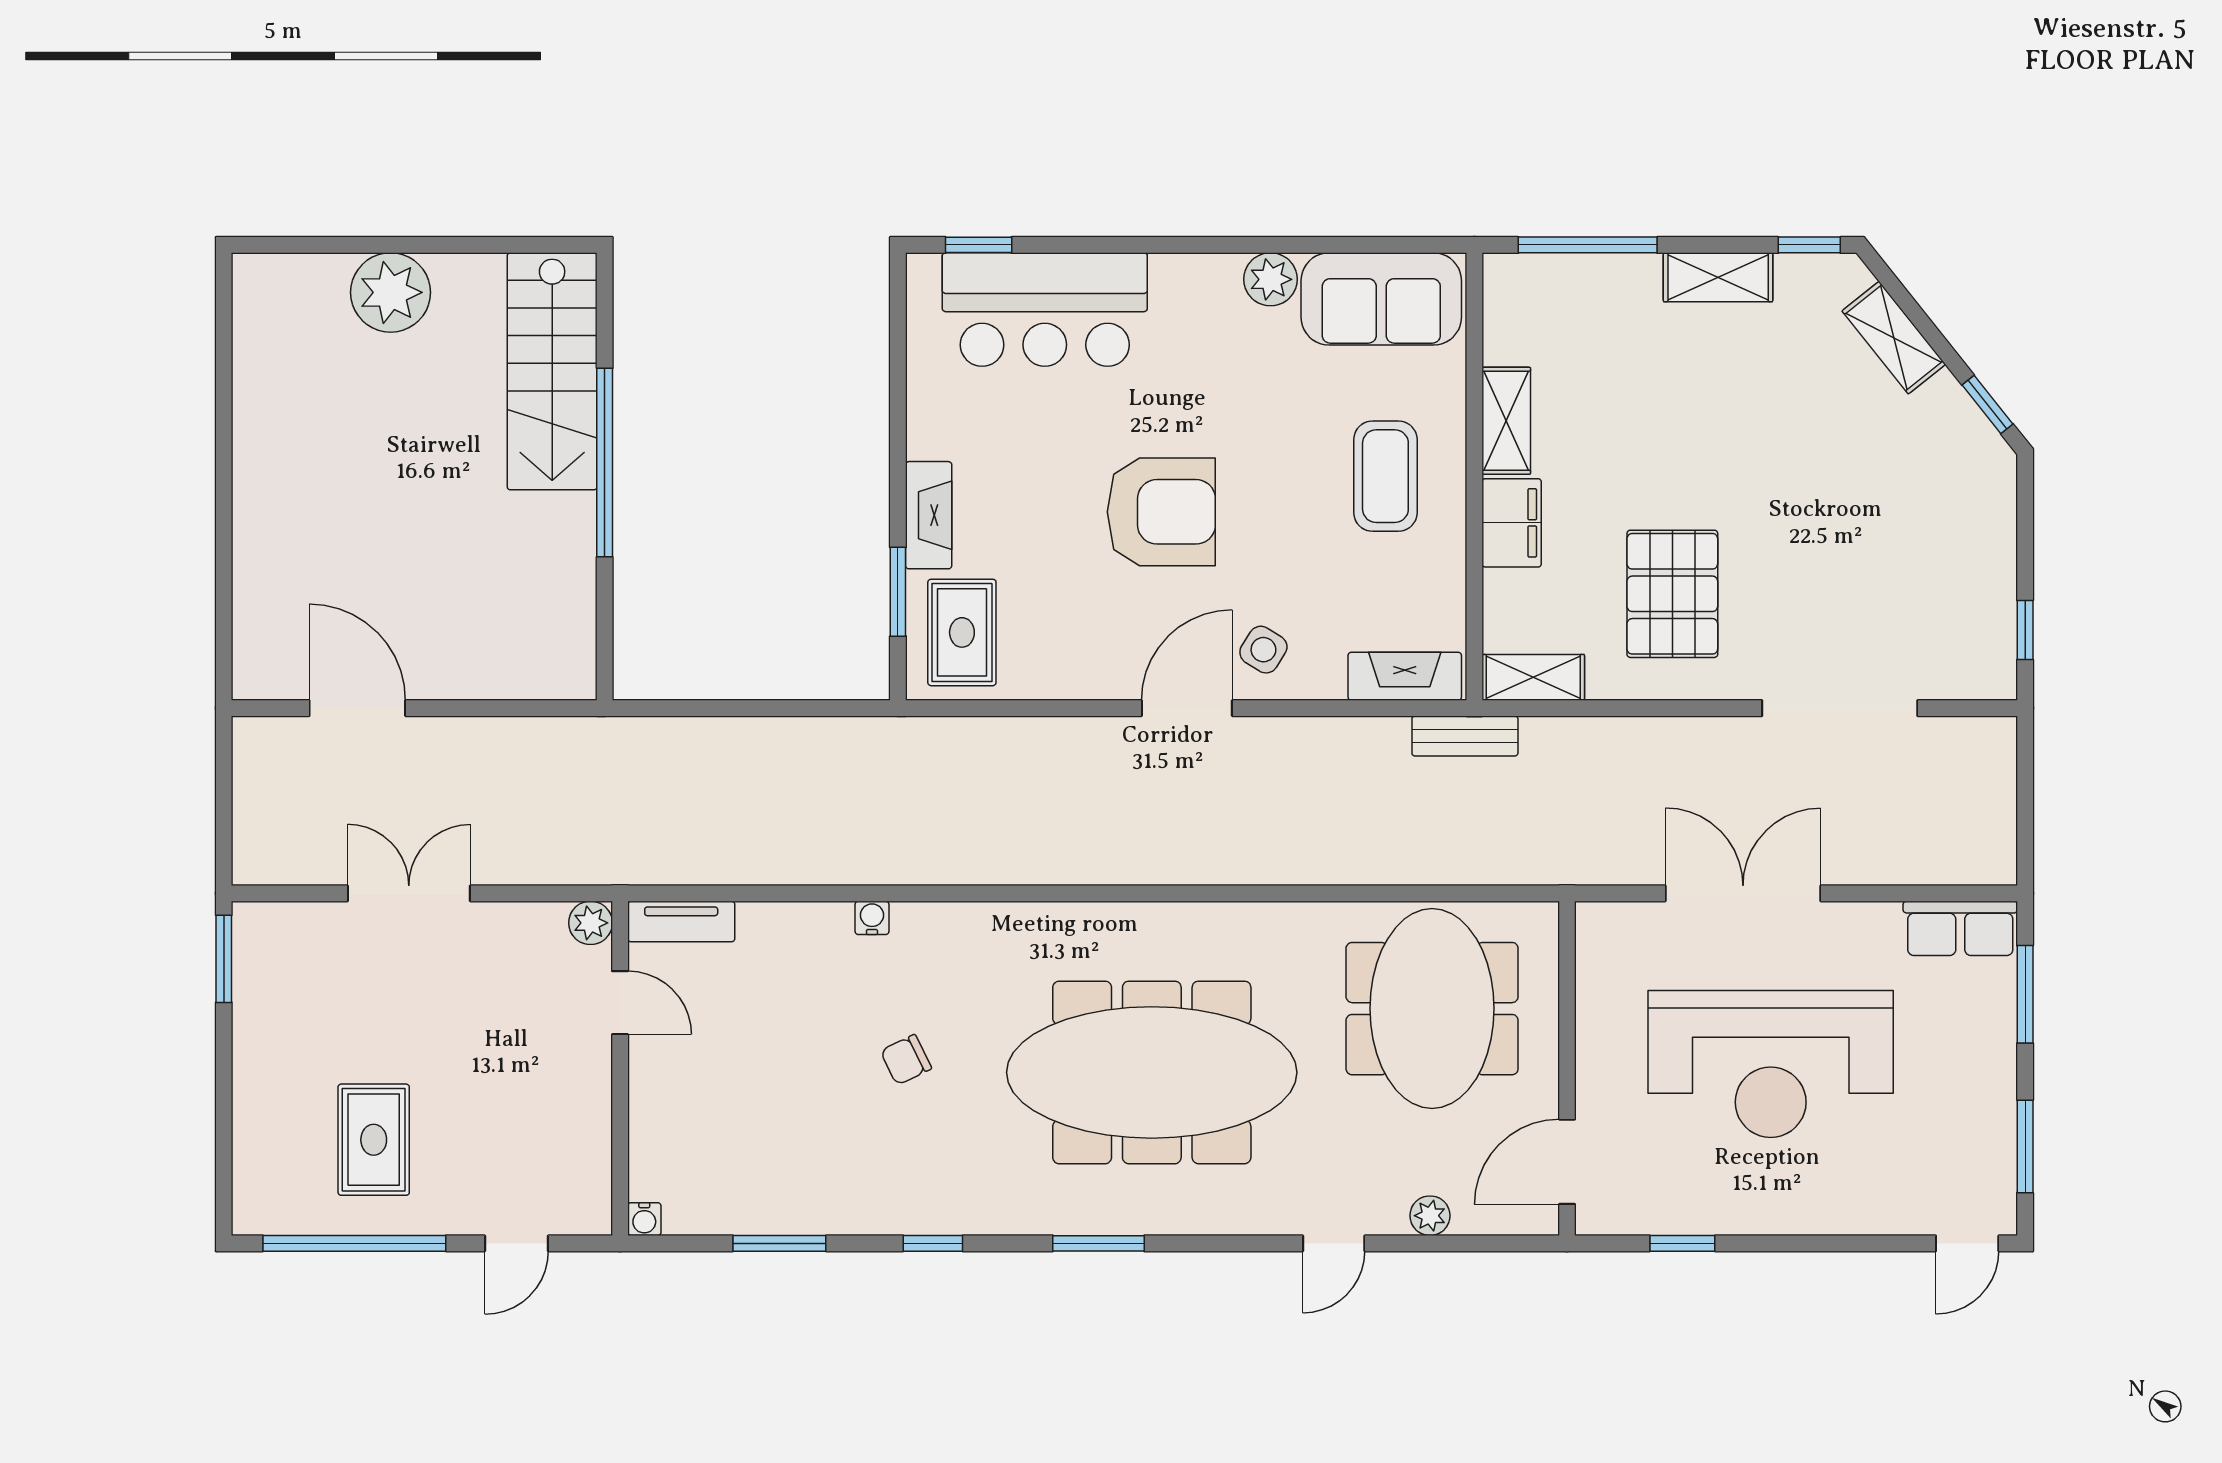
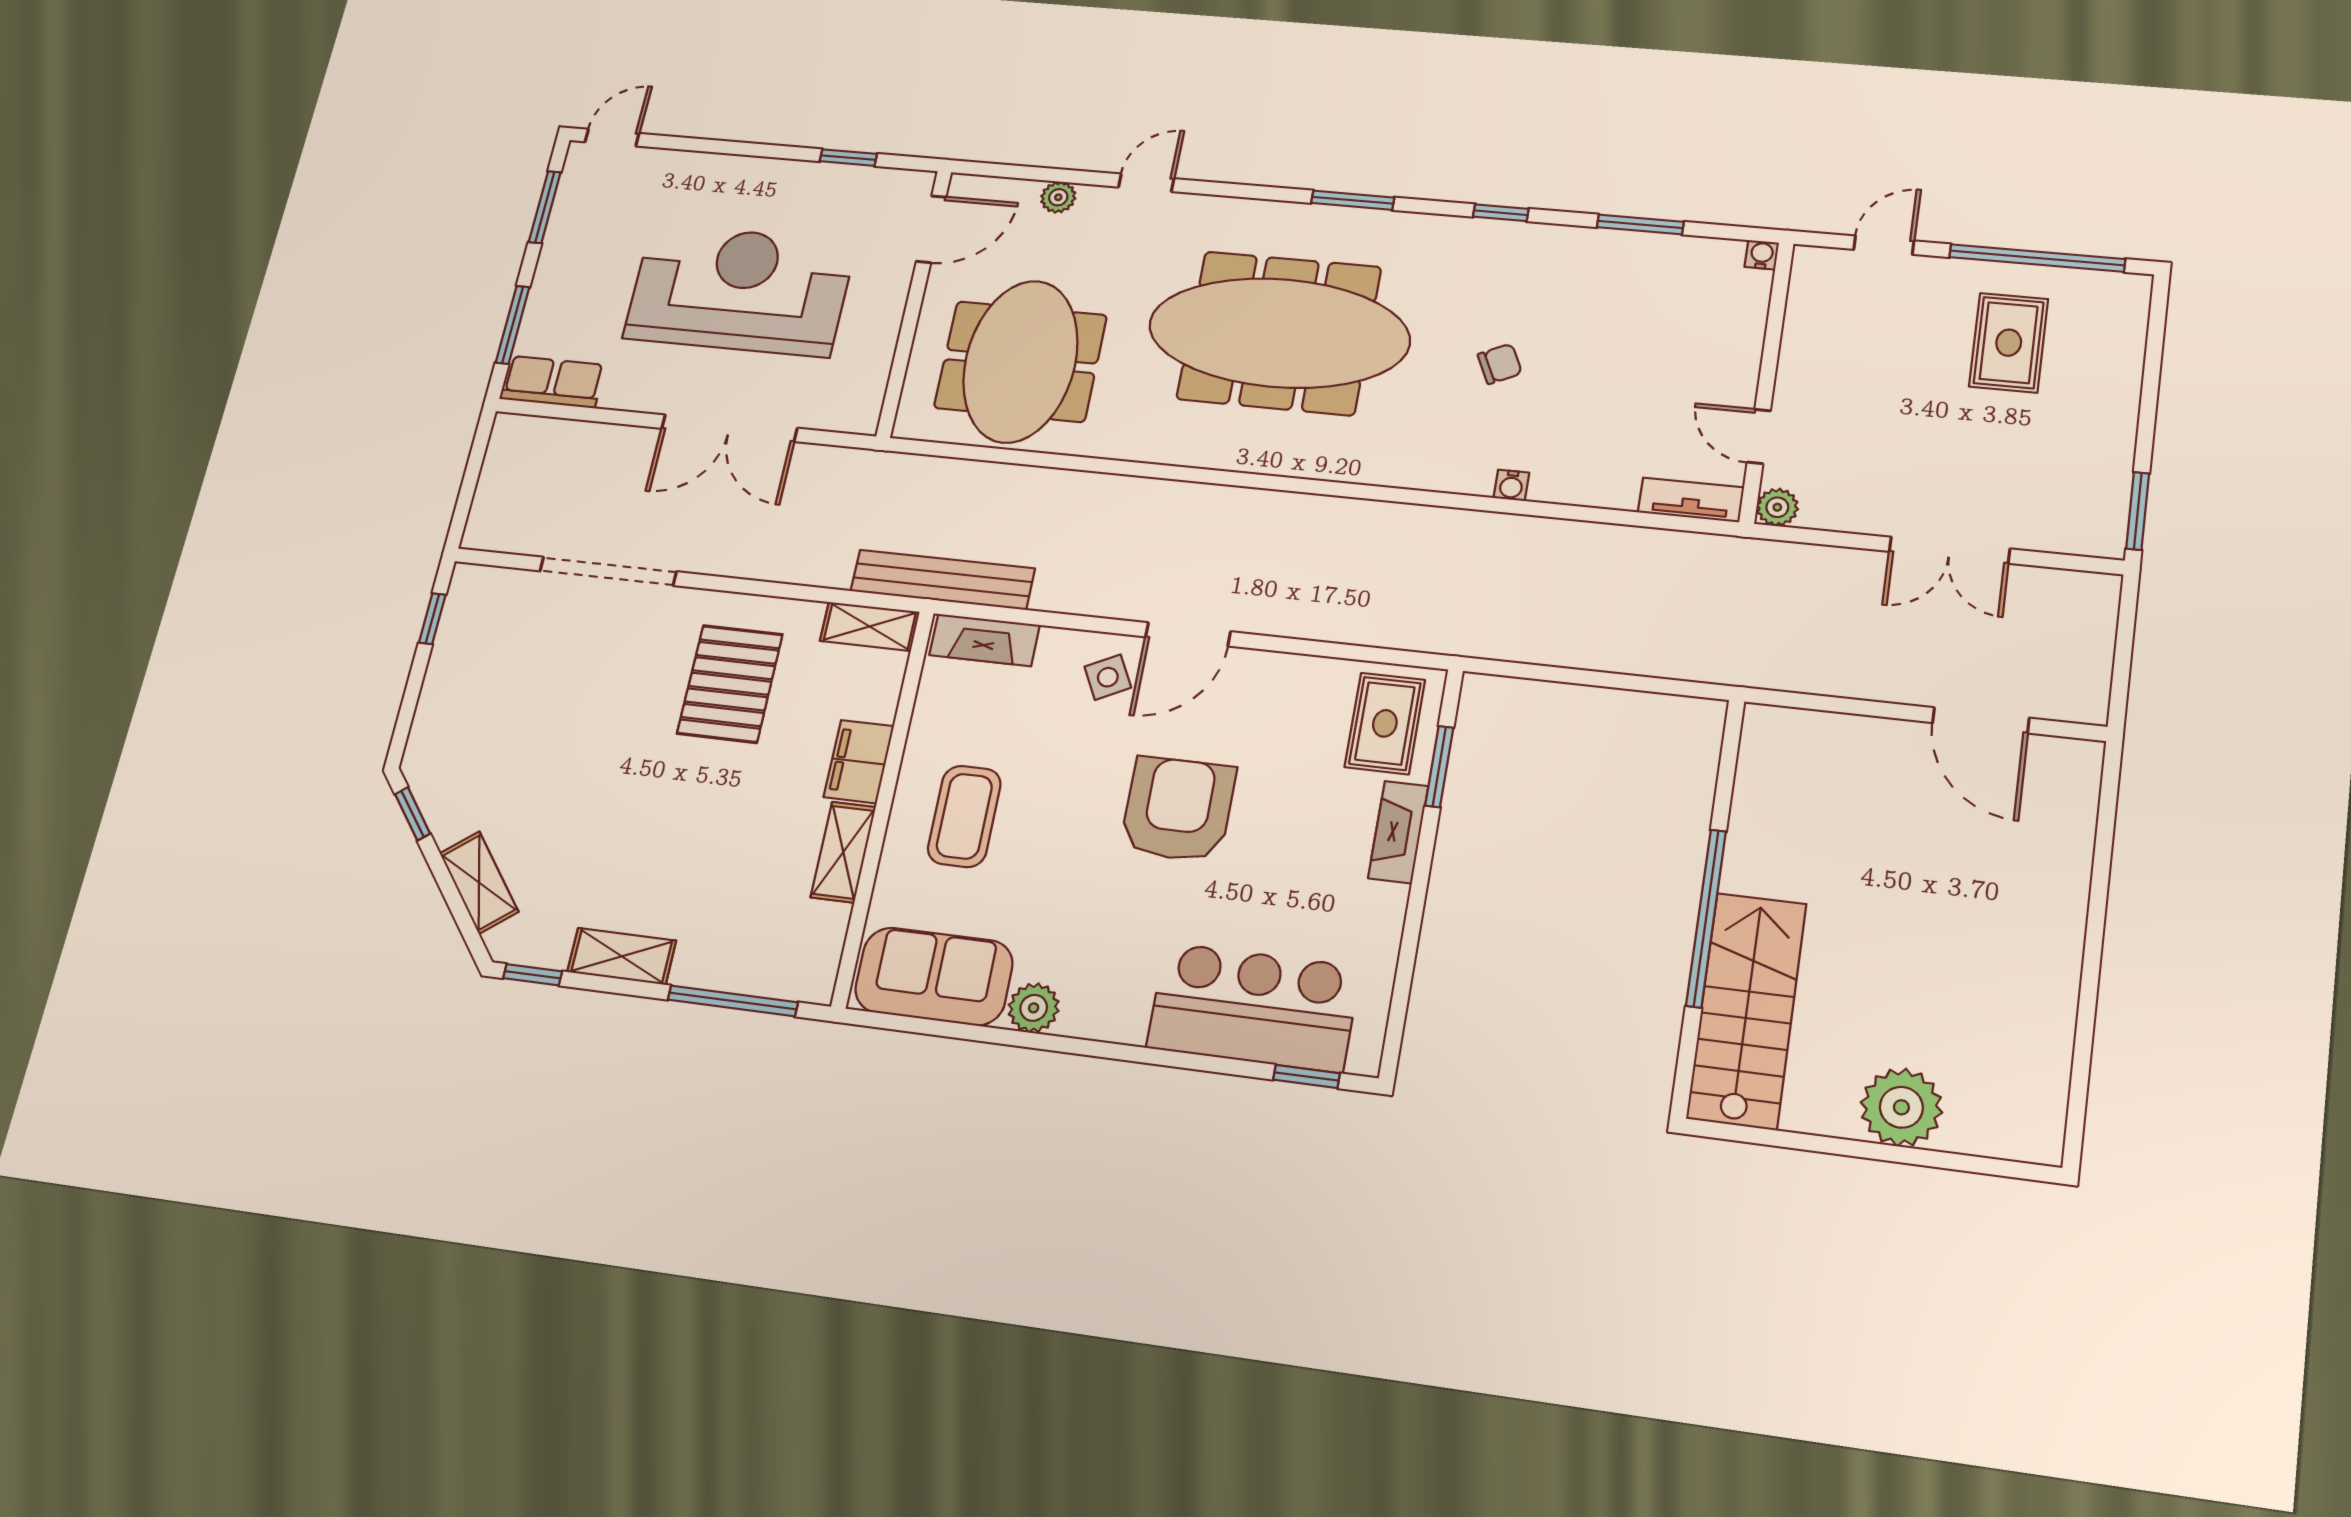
armchair: (1161, 512) -> (1178, 809), turned 90
side table: (1263, 650) -> (1108, 677), turned 31
bench: (1465, 736) -> (943, 580), width x1.86, depth x1.21

